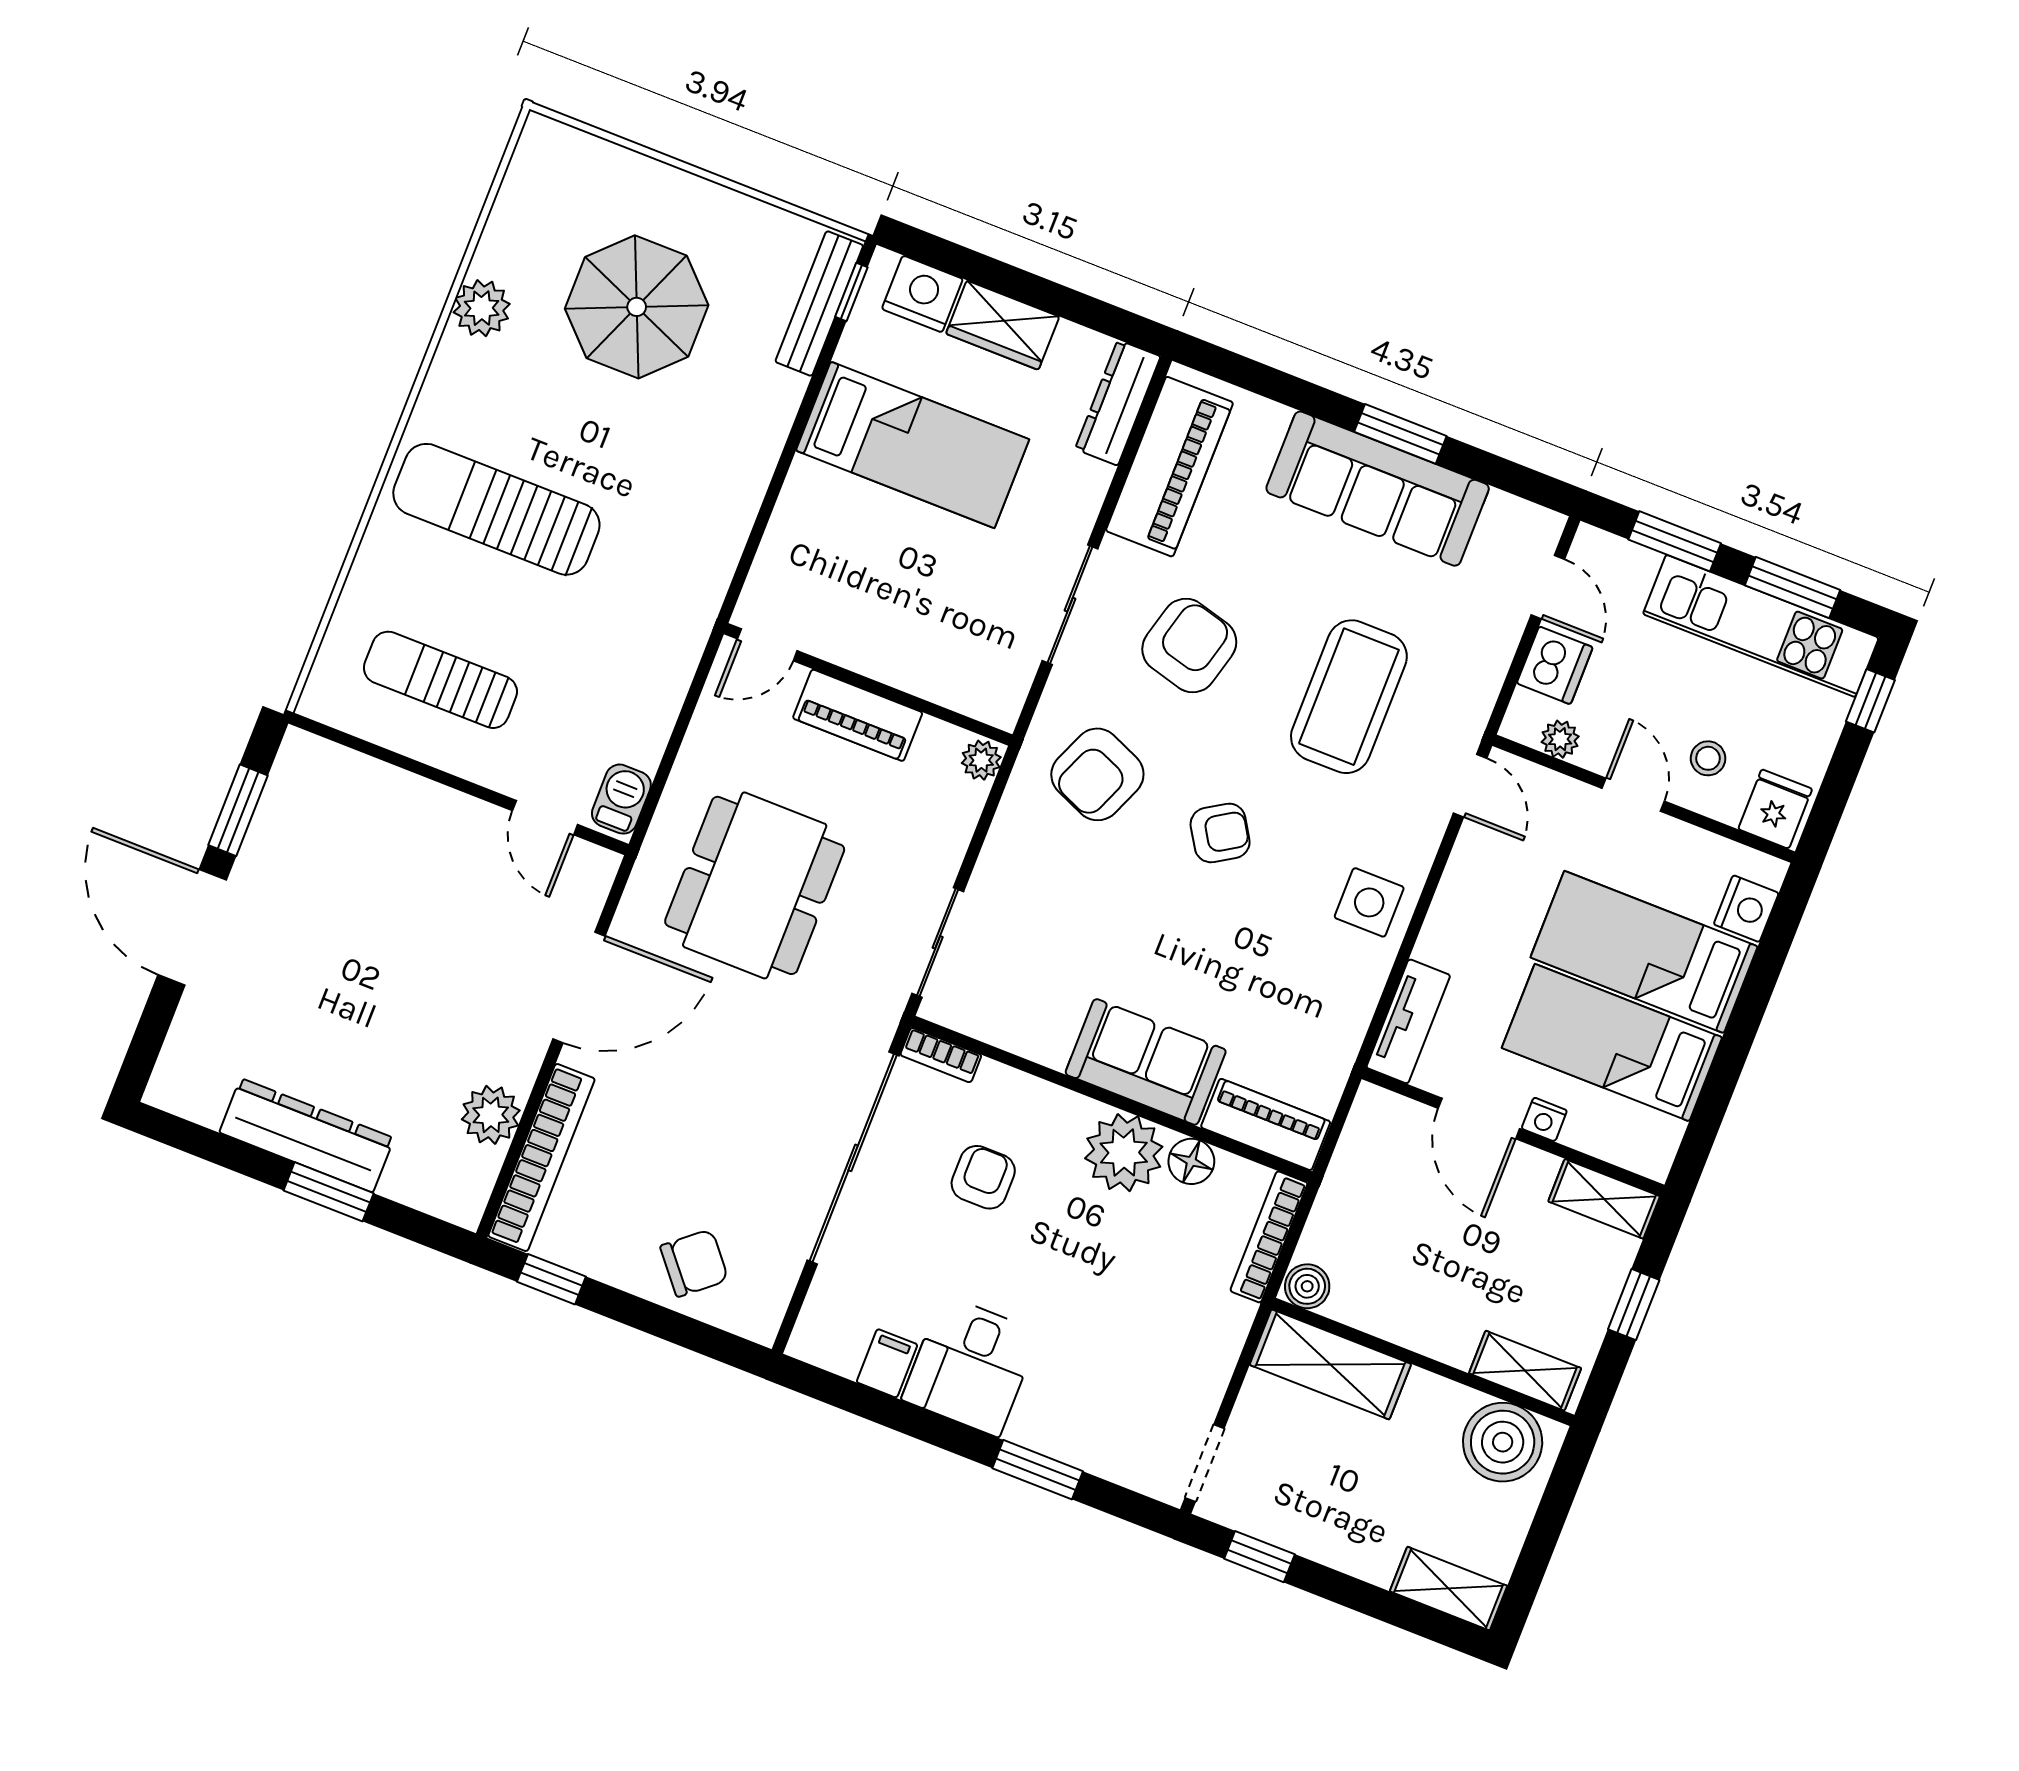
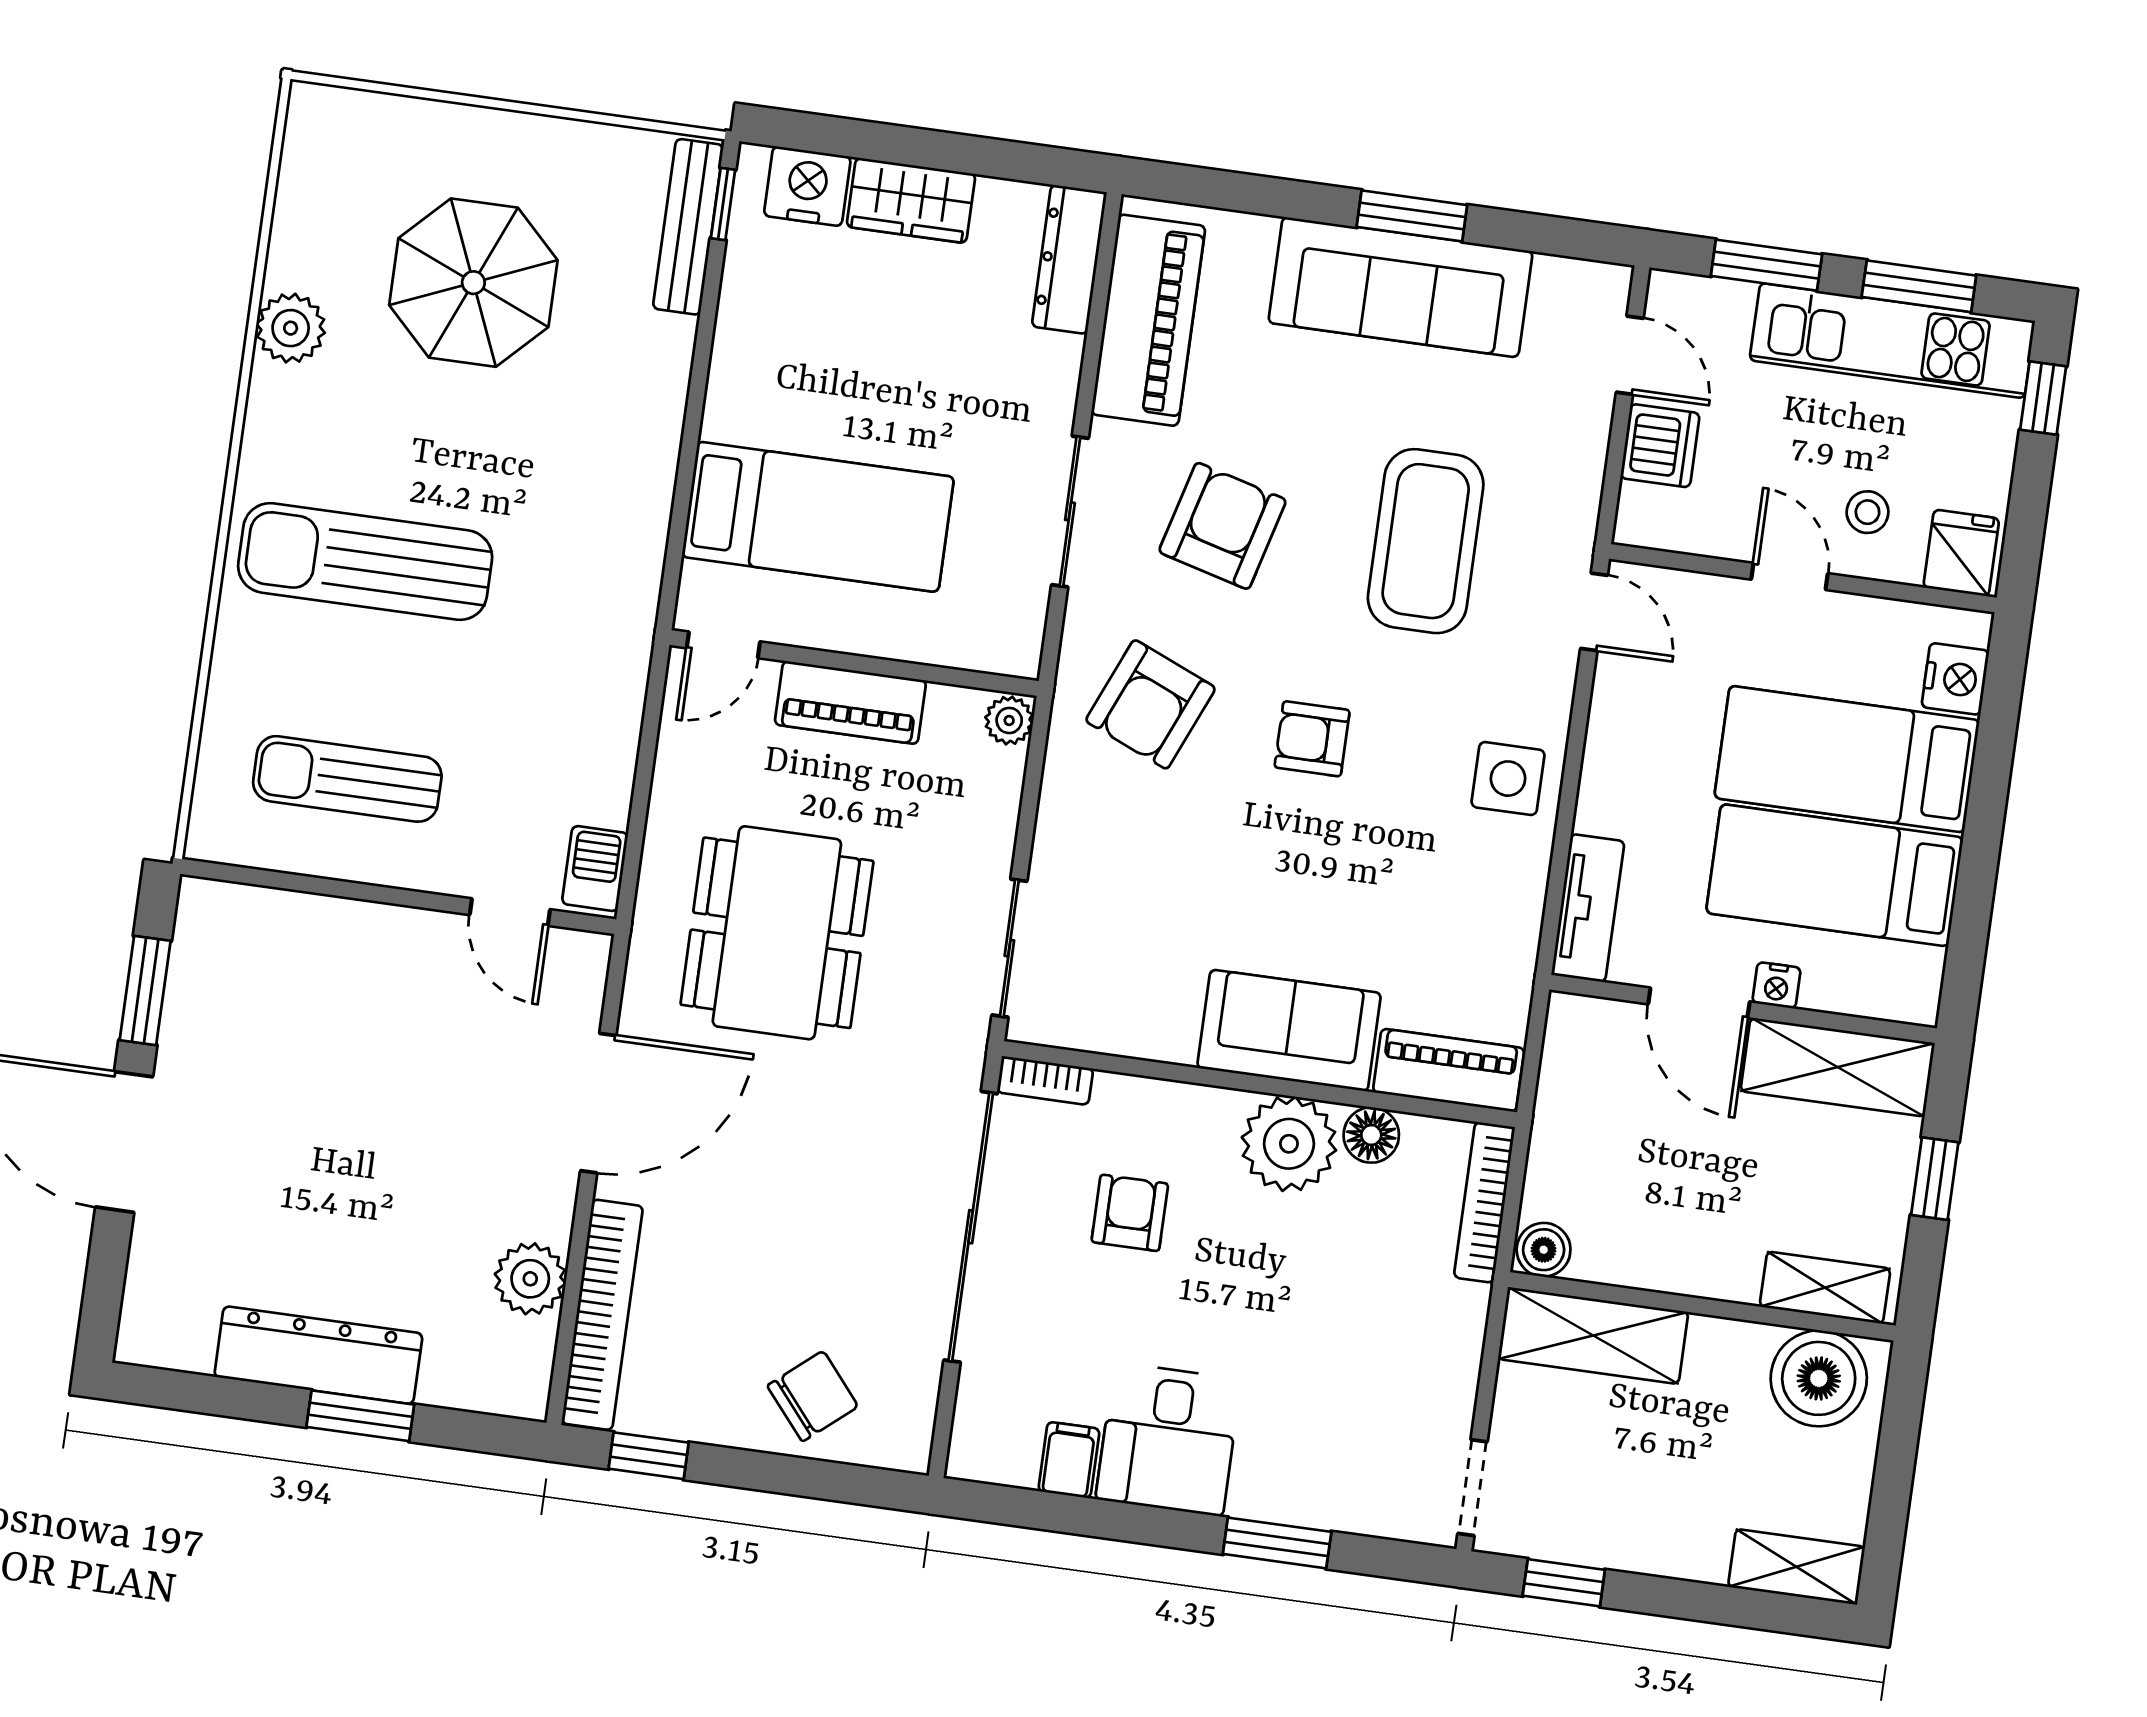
bed: (913, 445) -> (818, 517), moved
plant: (1560, 739) -> (1687, 531), removed
armchair: (1220, 833) -> (1312, 739), turned -148
shelving: (1604, 1199) -> (1838, 1067), width x1.50, depth x1.33

